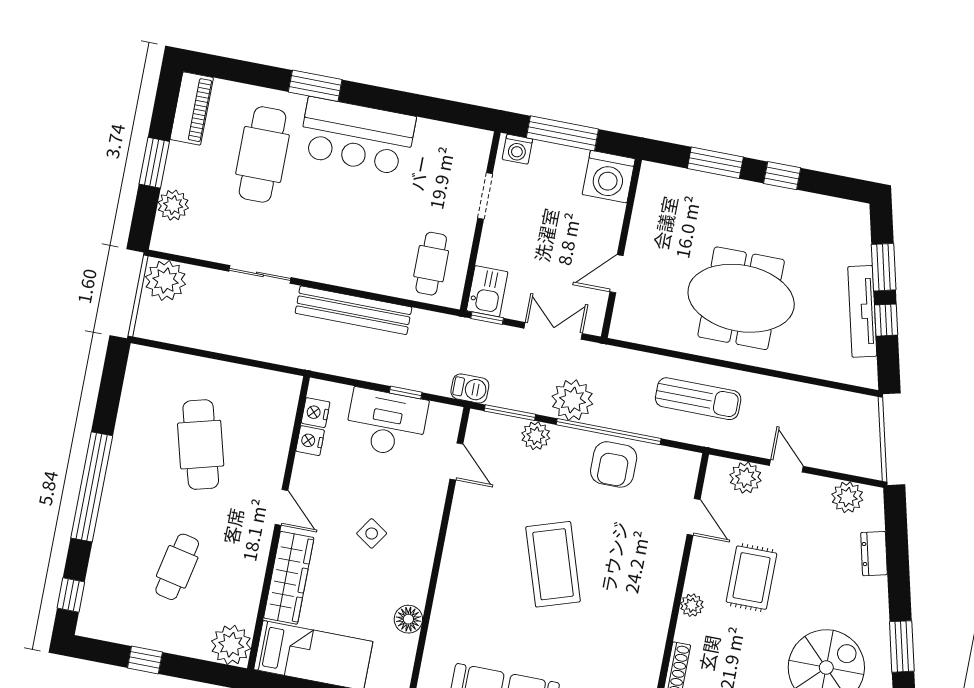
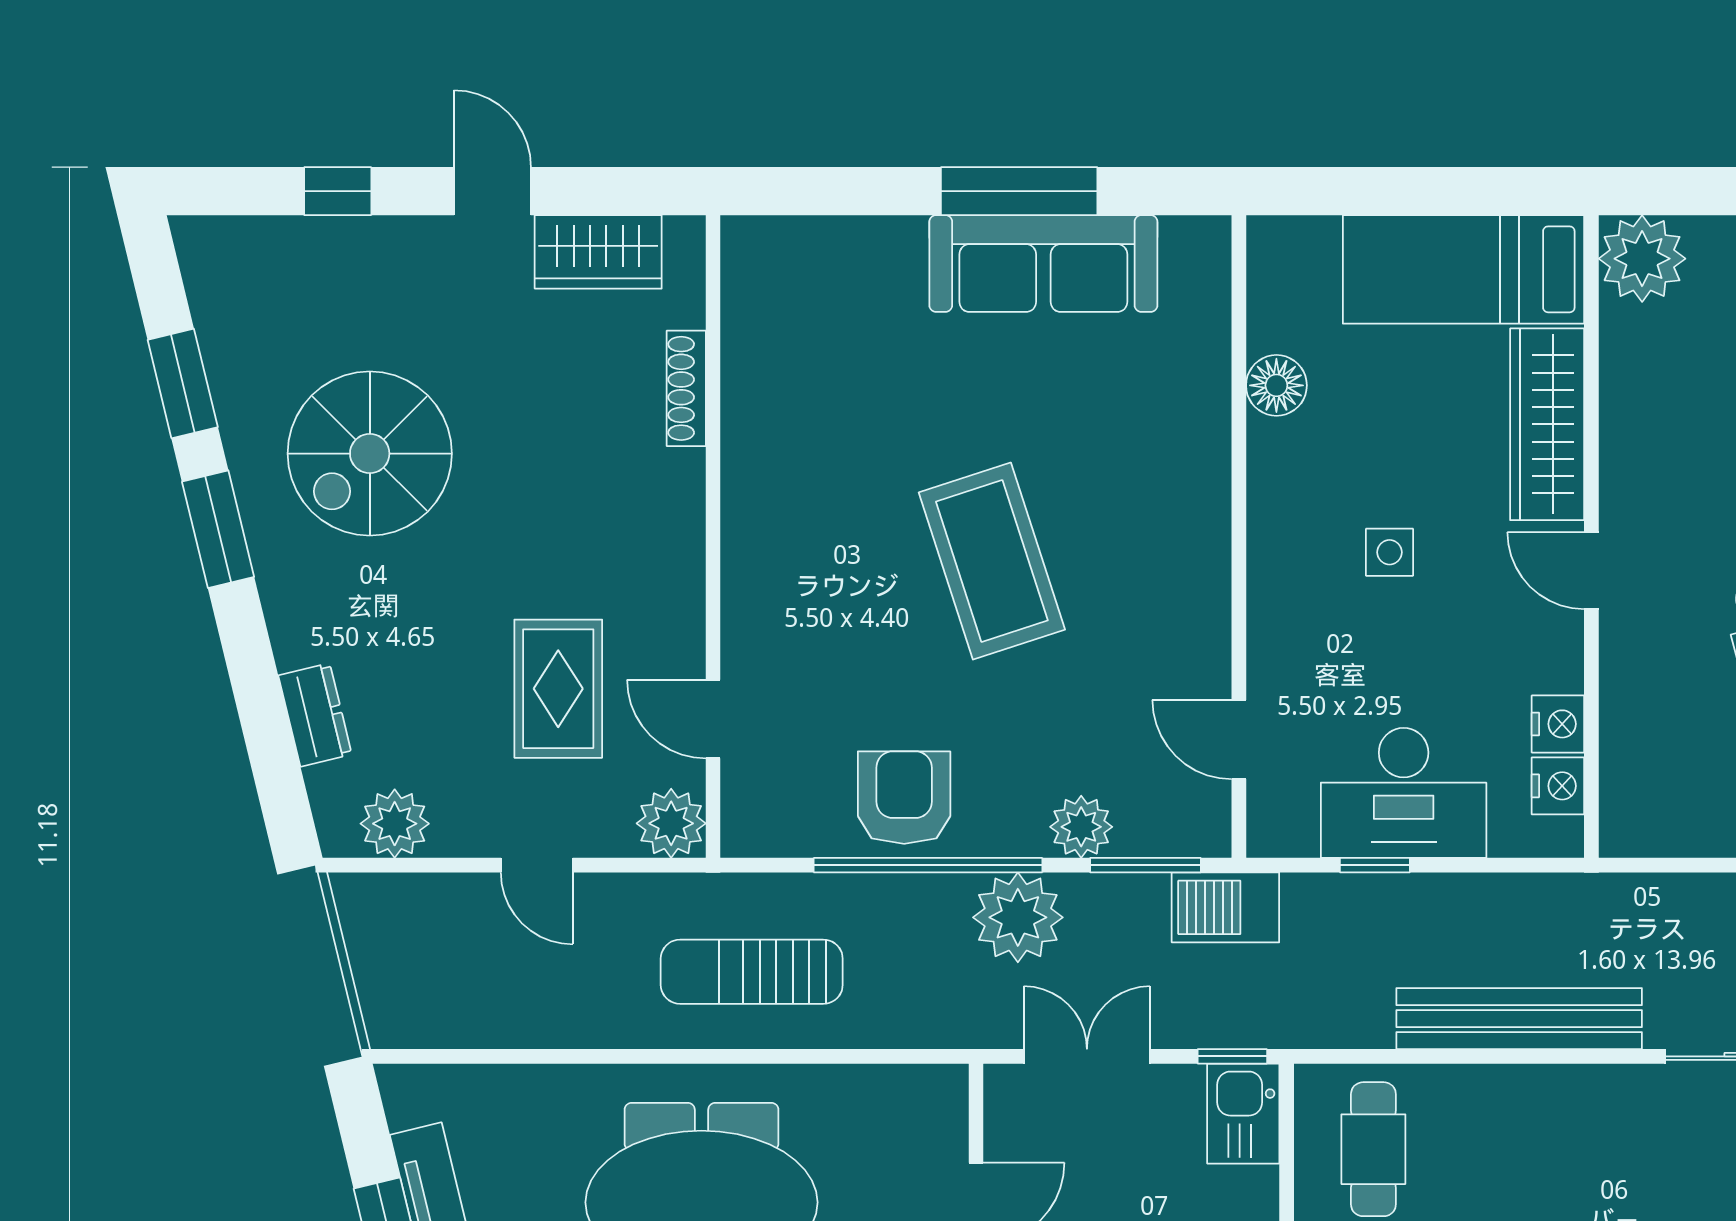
double door: (553, 331) -> (1087, 1056), swing flipped
barbecue: (470, 389) -> (1225, 907), width x1.38, depth x1.27
plant: (745, 478) -> (671, 823), moved
side table: (372, 533) -> (1389, 552), turned -34
rug: (752, 578) -> (558, 689), moved
plant: (692, 605) -> (681, 531), removed

